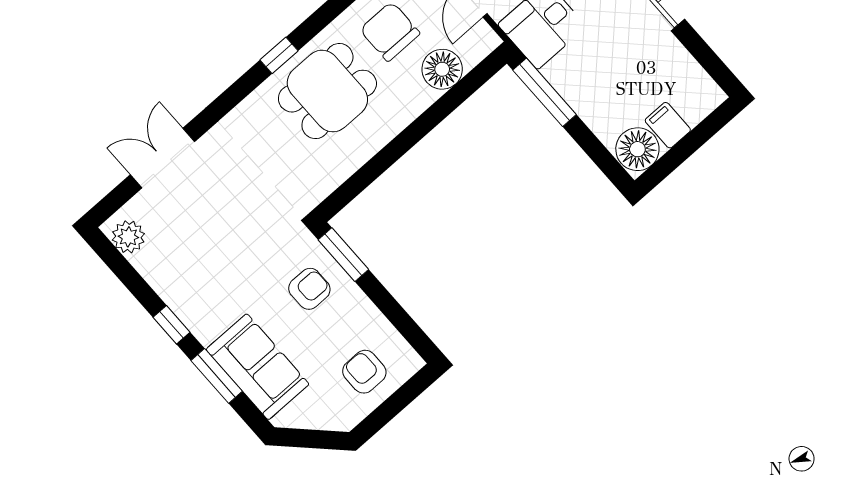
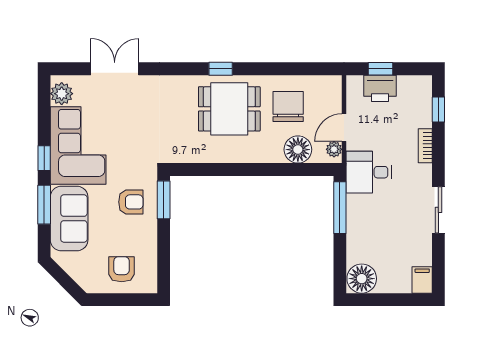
plant: (482, 34) -> (334, 149), added
filing cabinet: (668, 125) -> (422, 280), moved
corner sofa: (197, 278) -> (78, 146), added

